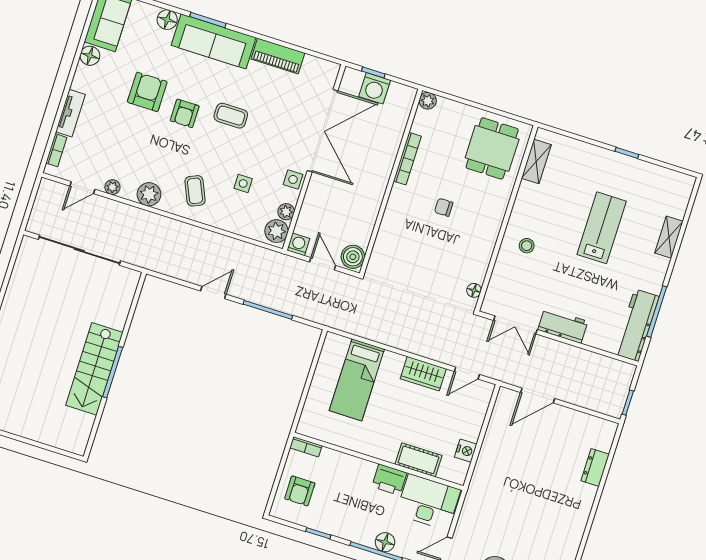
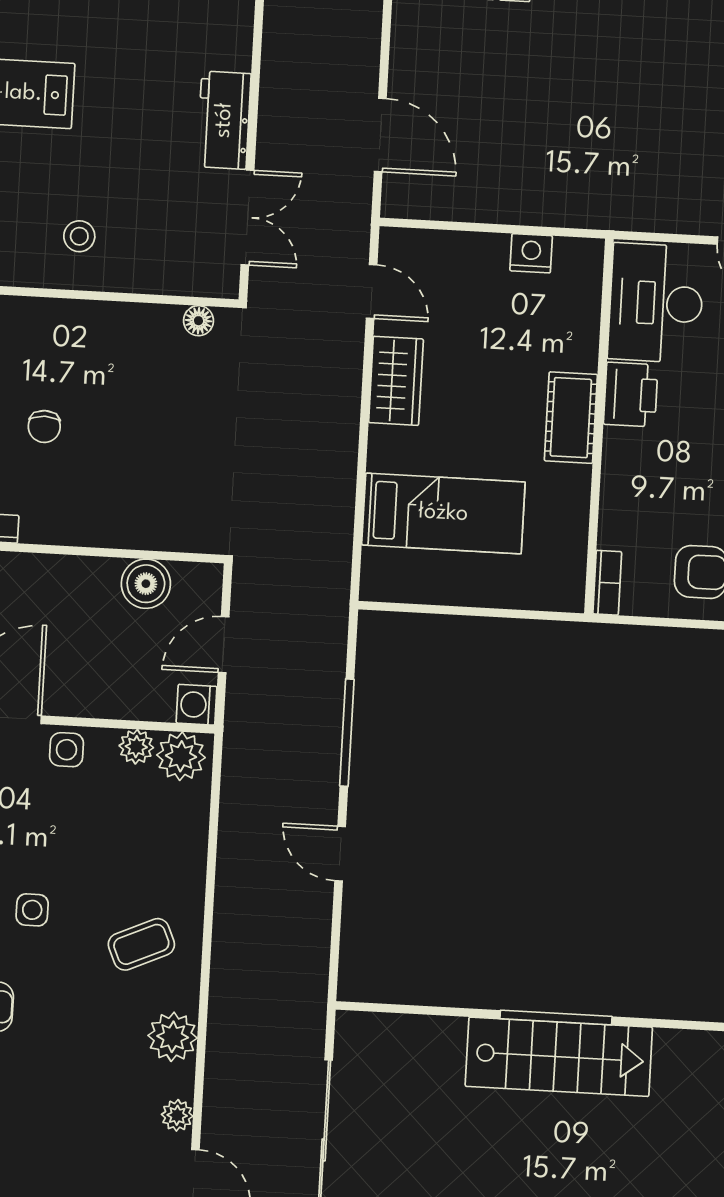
side table: (243, 183) -> (32, 910), moved
boiler: (353, 257) -> (146, 584), moved
cot: (418, 460) -> (571, 418), moved

